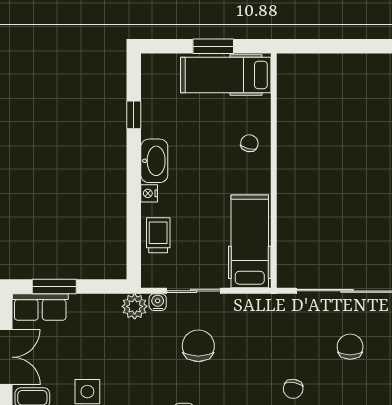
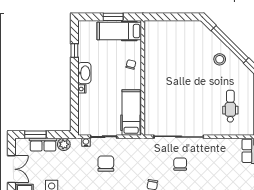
trolley: (158, 235) -> (86, 109), removed
plant: (135, 306) -> (64, 144), moved
row of seats: (40, 307) -> (43, 145), moved

